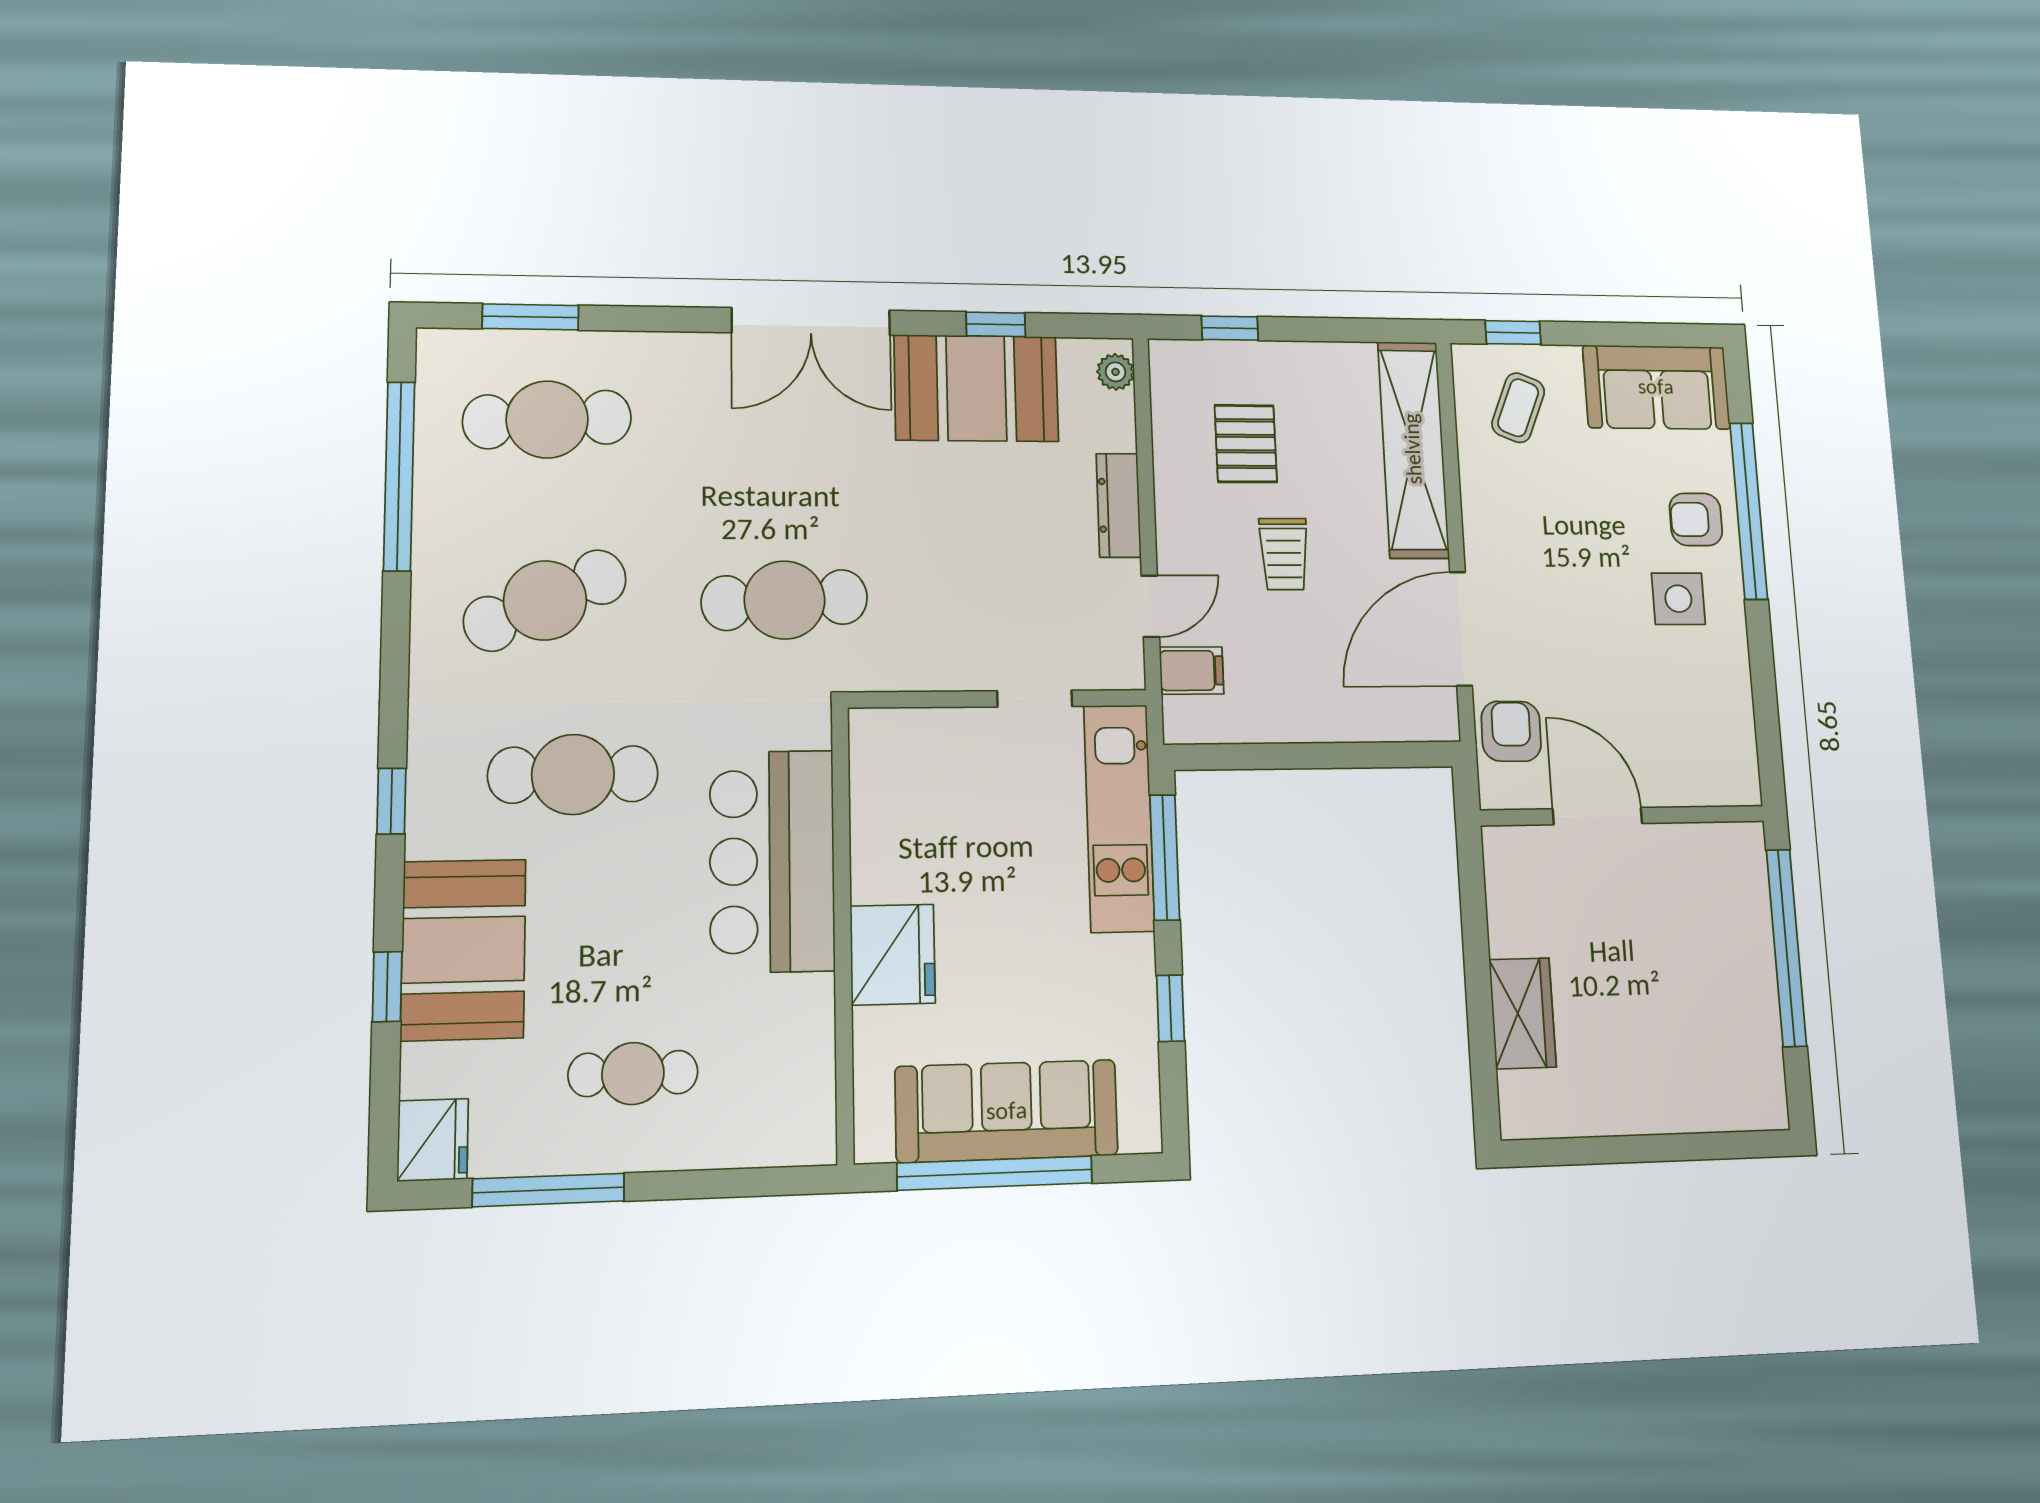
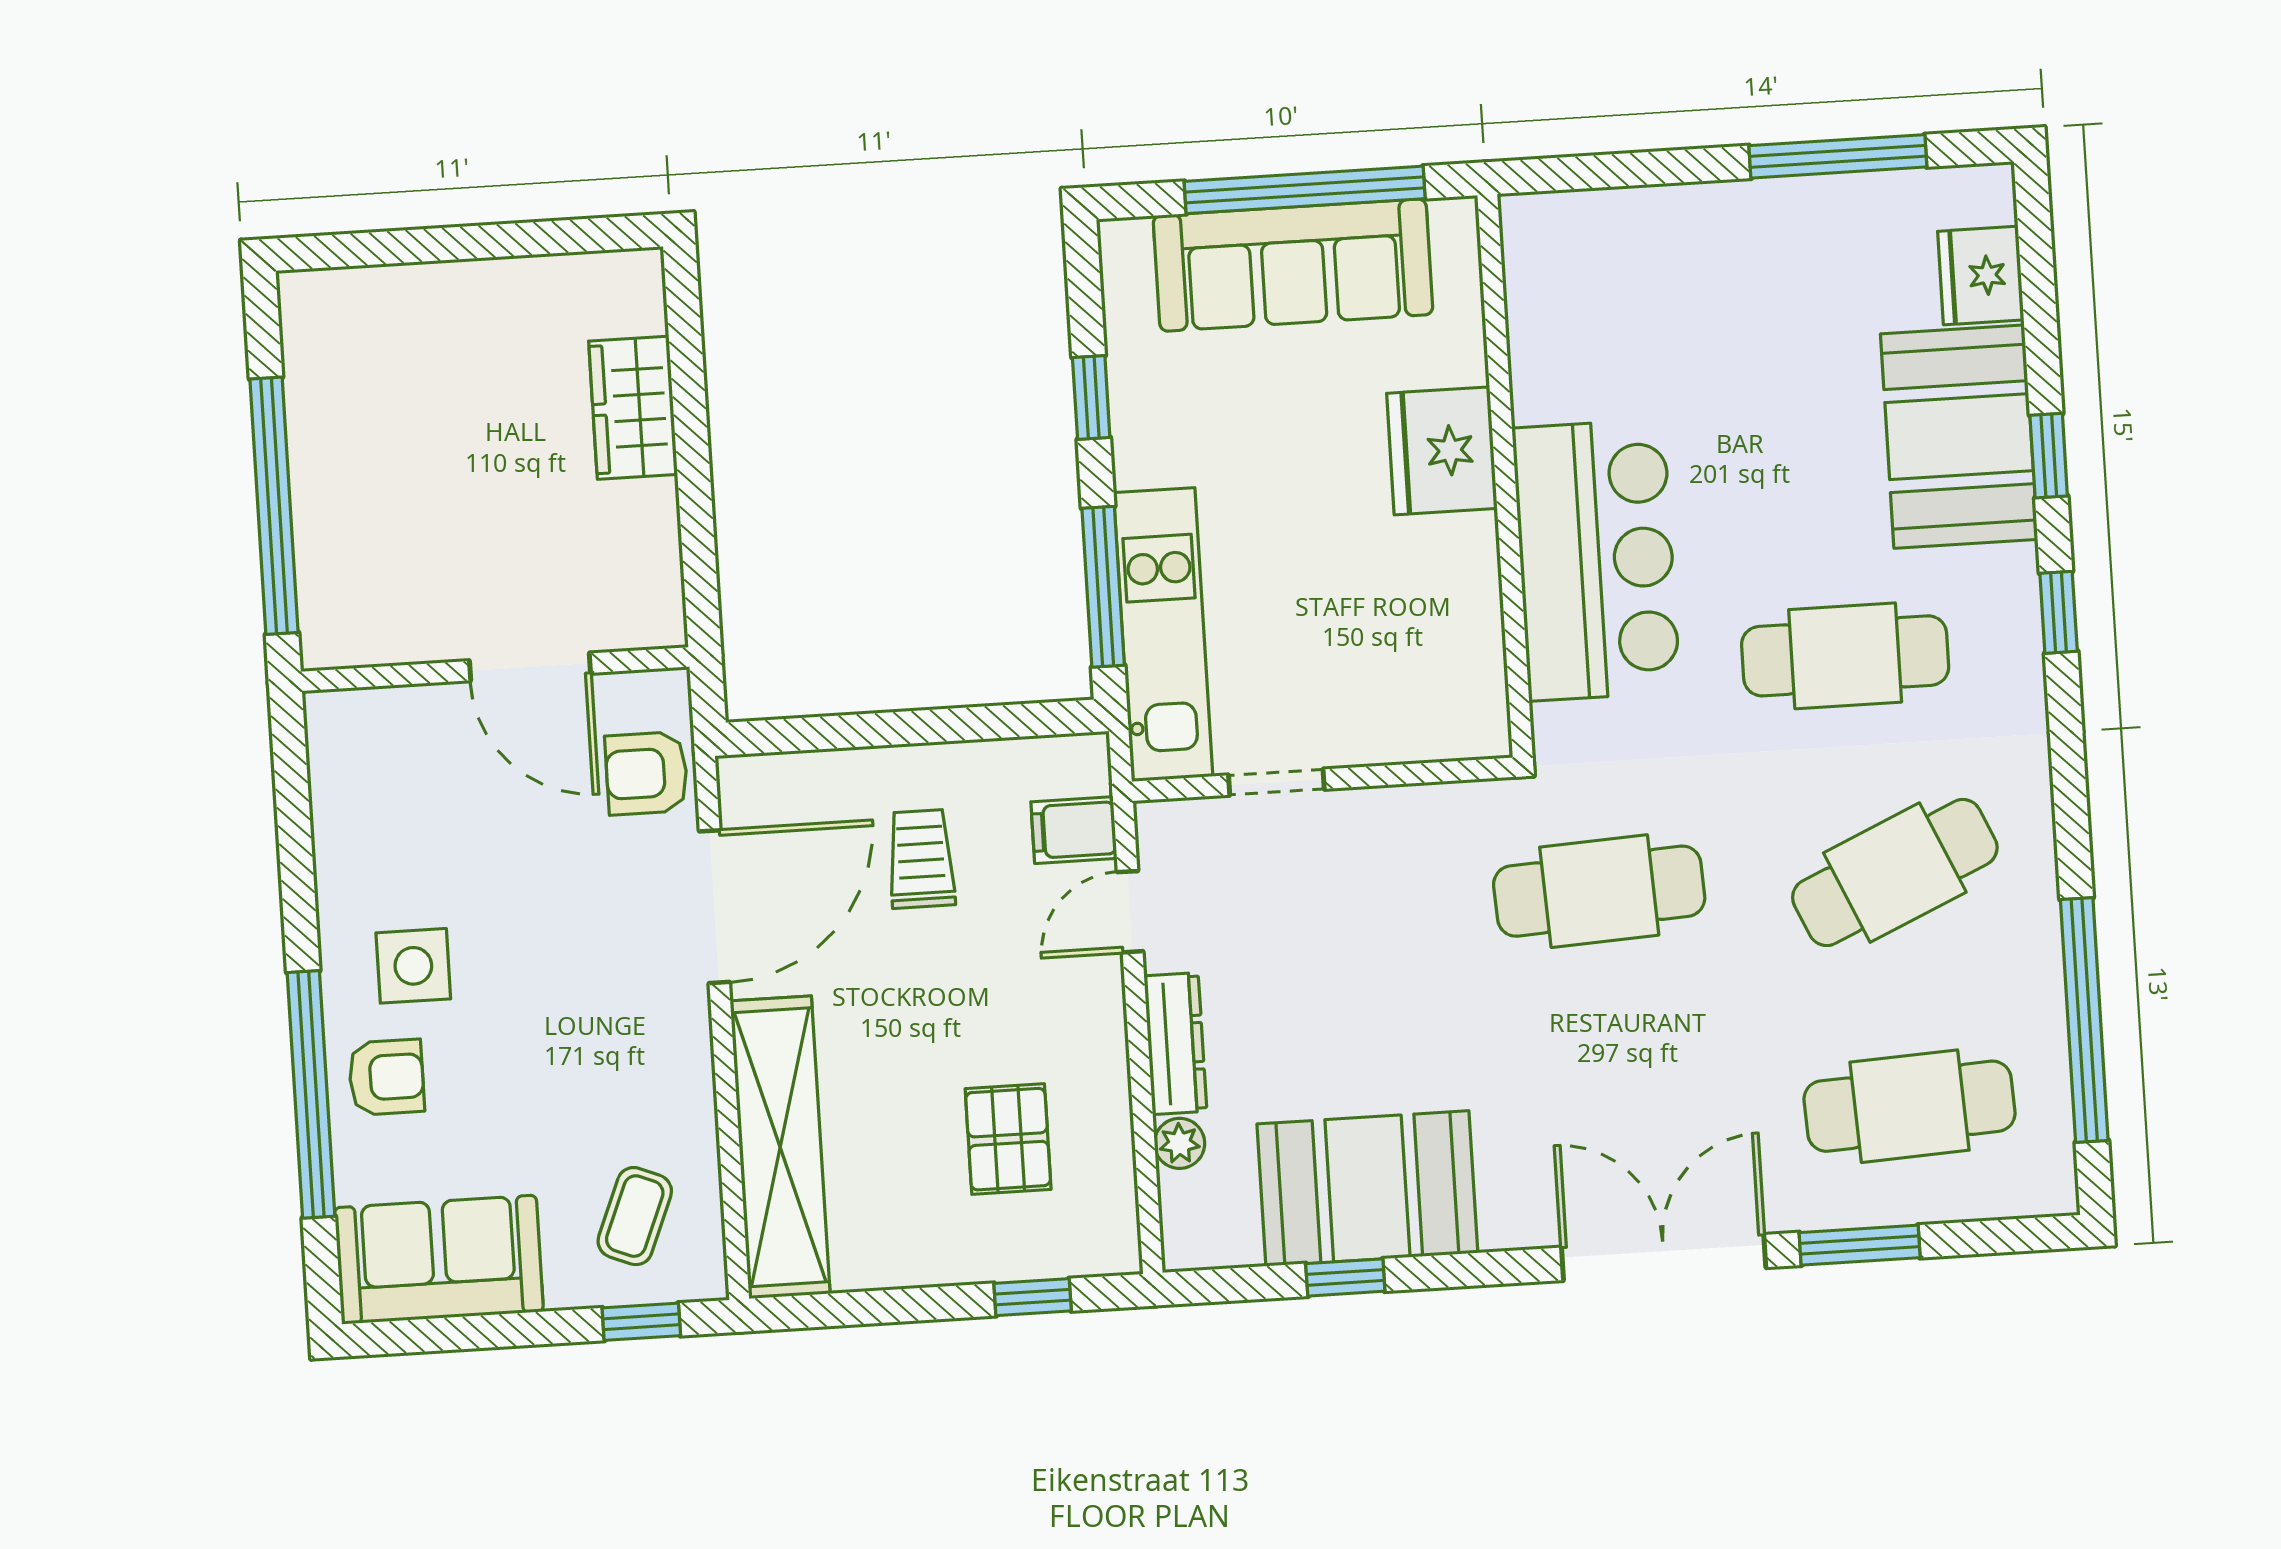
window: (530, 317) -> (1860, 1245), moved
double door: (811, 321) -> (1664, 1257), moved
plant: (1116, 372) -> (1180, 1143), moved
trolley: (1284, 554) -> (921, 859), moved
armchair: (1511, 731) -> (647, 773), turned 89
window: (387, 987) -> (2049, 456), moved
cafe table: (633, 1073) -> (1748, 296), removed
fridge: (433, 1140) -> (1981, 276), moved

